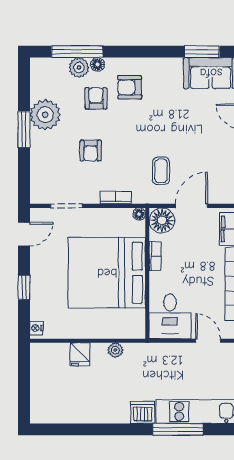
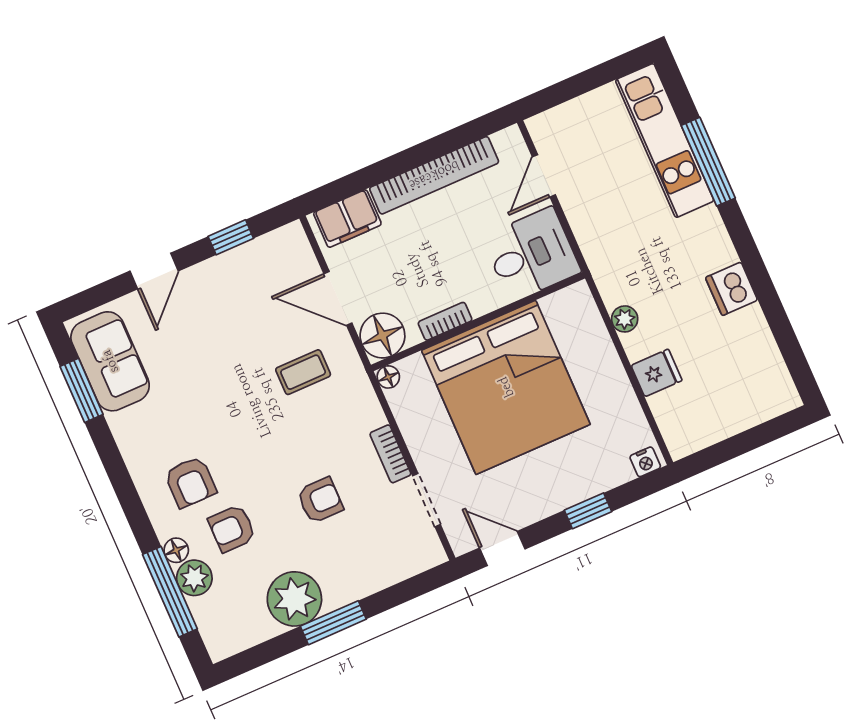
bookcase: (116, 198) -> (390, 454), moved
dishwasher: (143, 412) -> (732, 289), moved

